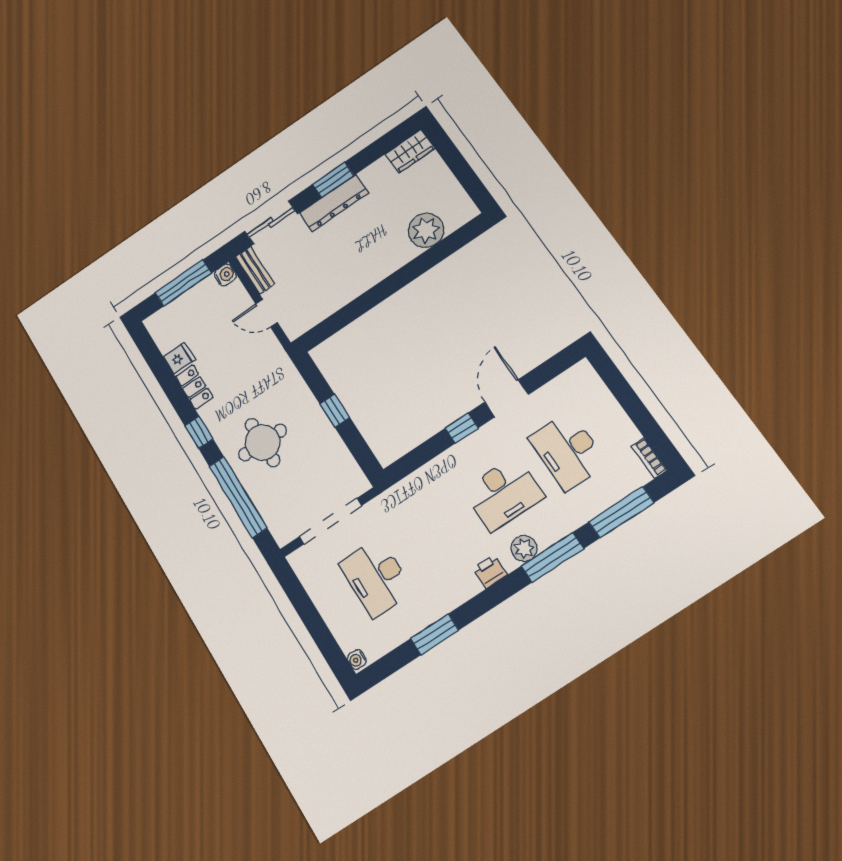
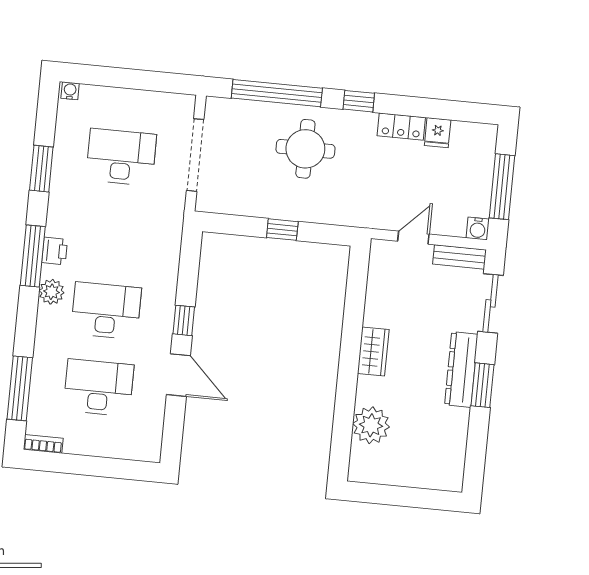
wardrobe: (410, 151) -> (373, 351), moved, turned 180
desk: (503, 493) -> (106, 311), turned 90
window: (552, 557) -> (33, 256), moved

